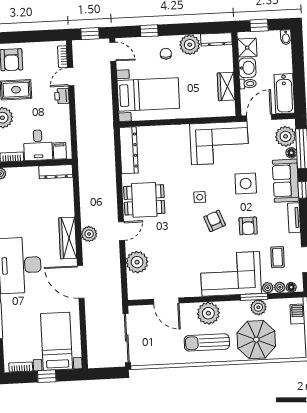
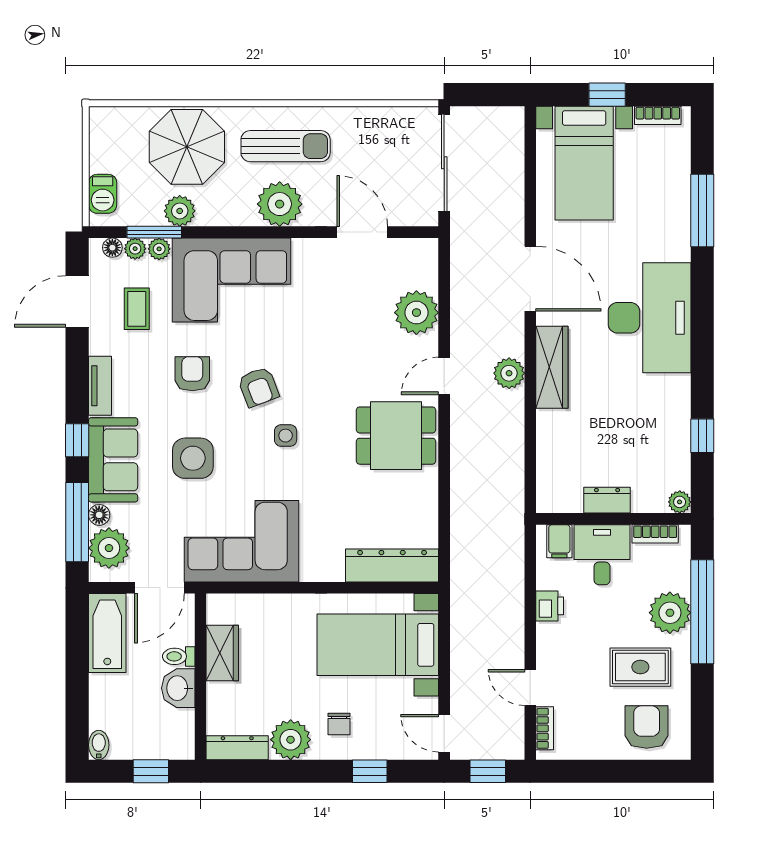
shower: (247, 48) -> (177, 728), removed
door: (71, 77) -> (530, 687), swing flipped
printer: (62, 96) -> (550, 606), moved
dresser: (129, 150) -> (392, 565), moved, turned 90
dresser: (56, 172) -> (607, 500), moved, width x0.70
window: (254, 297) -> (154, 232), moved

